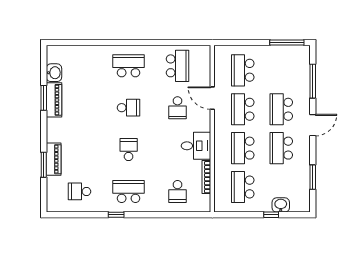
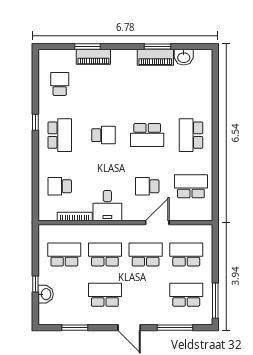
school desk: (129, 66) -> (191, 135), turned 180
school desk: (177, 66) -> (191, 186), turned 180
school desk: (129, 108) -> (147, 135), width x1.85
school desk: (281, 109) -> (186, 295), moved

